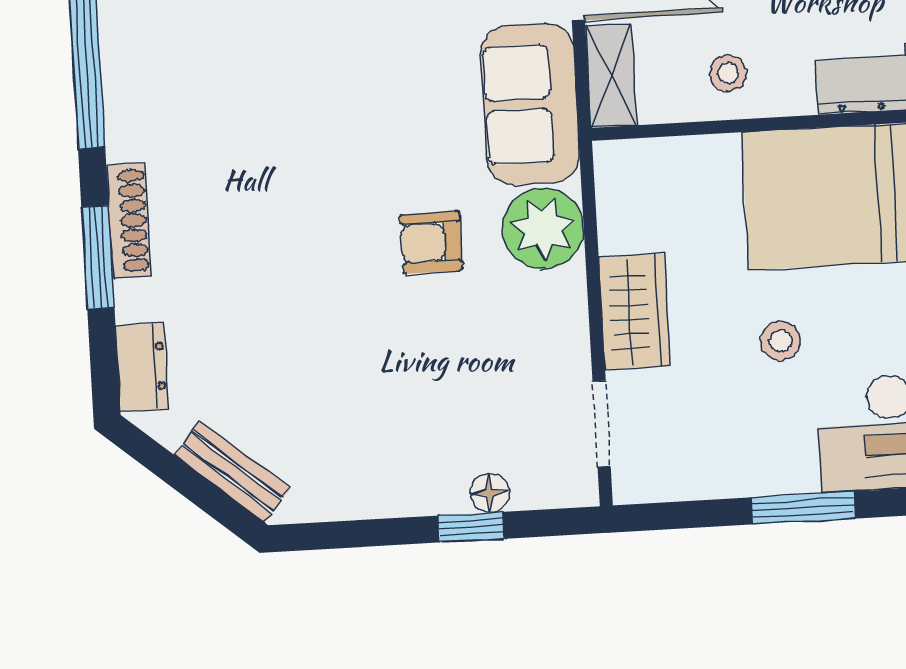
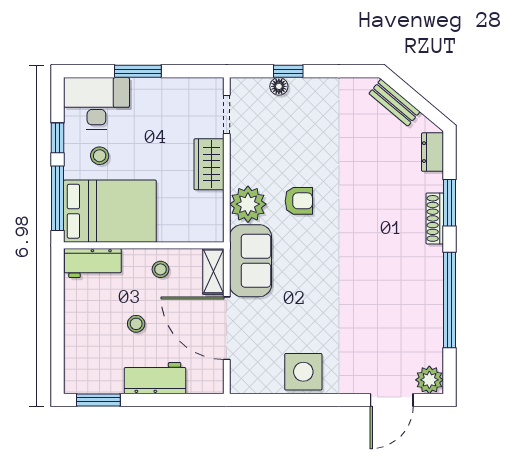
stool: (780, 341) -> (100, 156), moved

